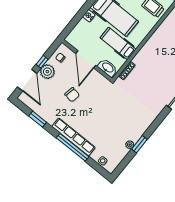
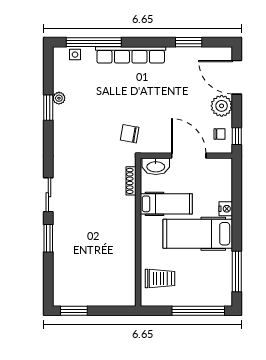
window: (42, 62) -> (237, 136), moved
chair: (72, 95) -> (130, 134), moved
window: (73, 147) -> (94, 42), moved

